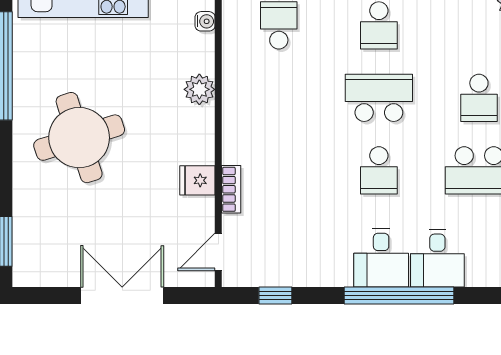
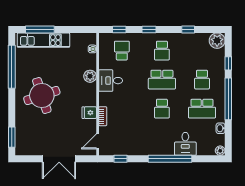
school desk: (379, 98) -> (162, 80), turned 180
desk: (381, 258) -> (111, 81), moved, turned 90
double door: (122, 295) -> (59, 159), swing flipped

